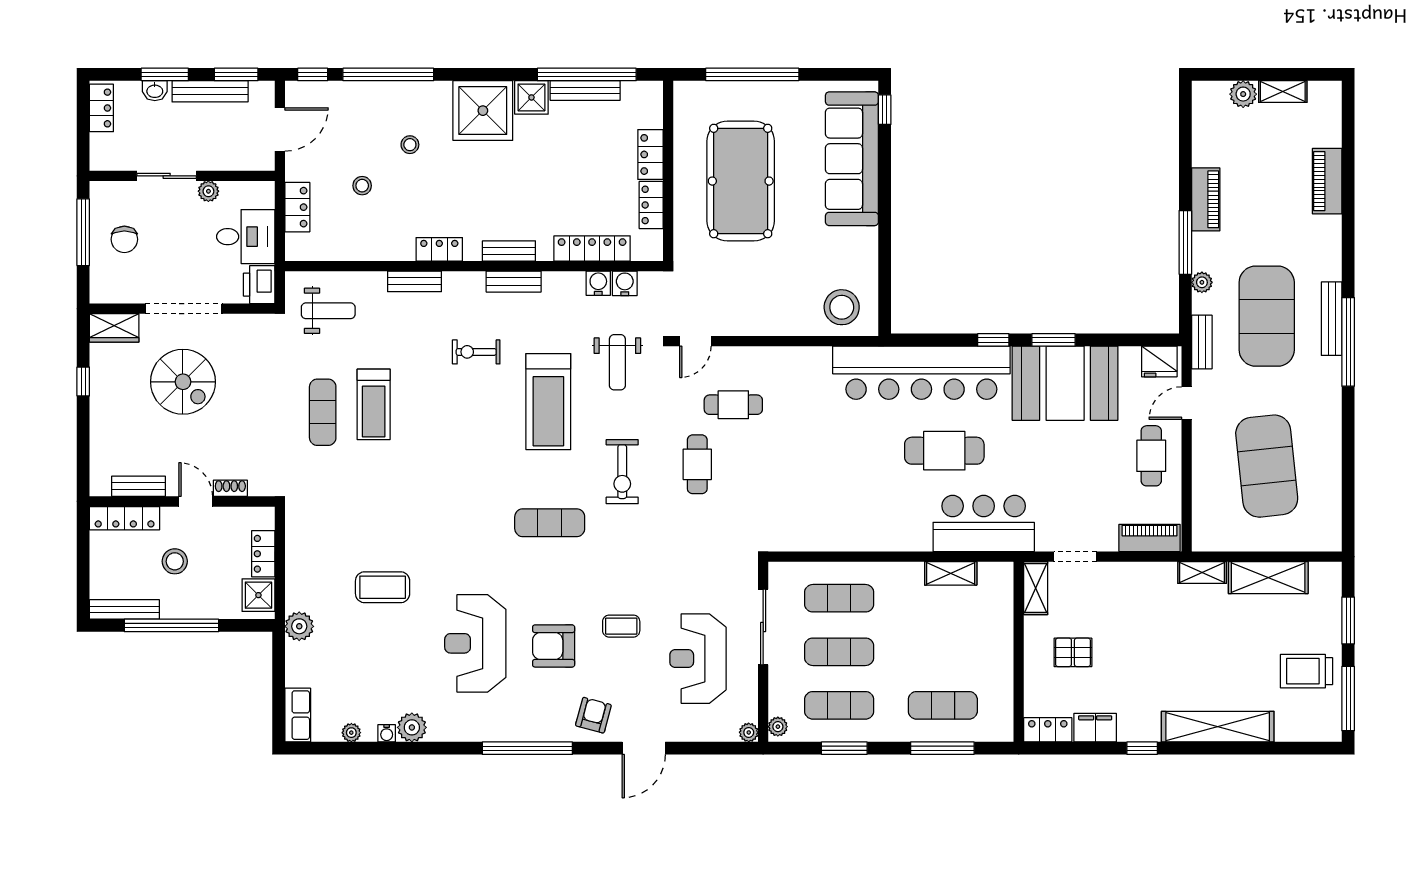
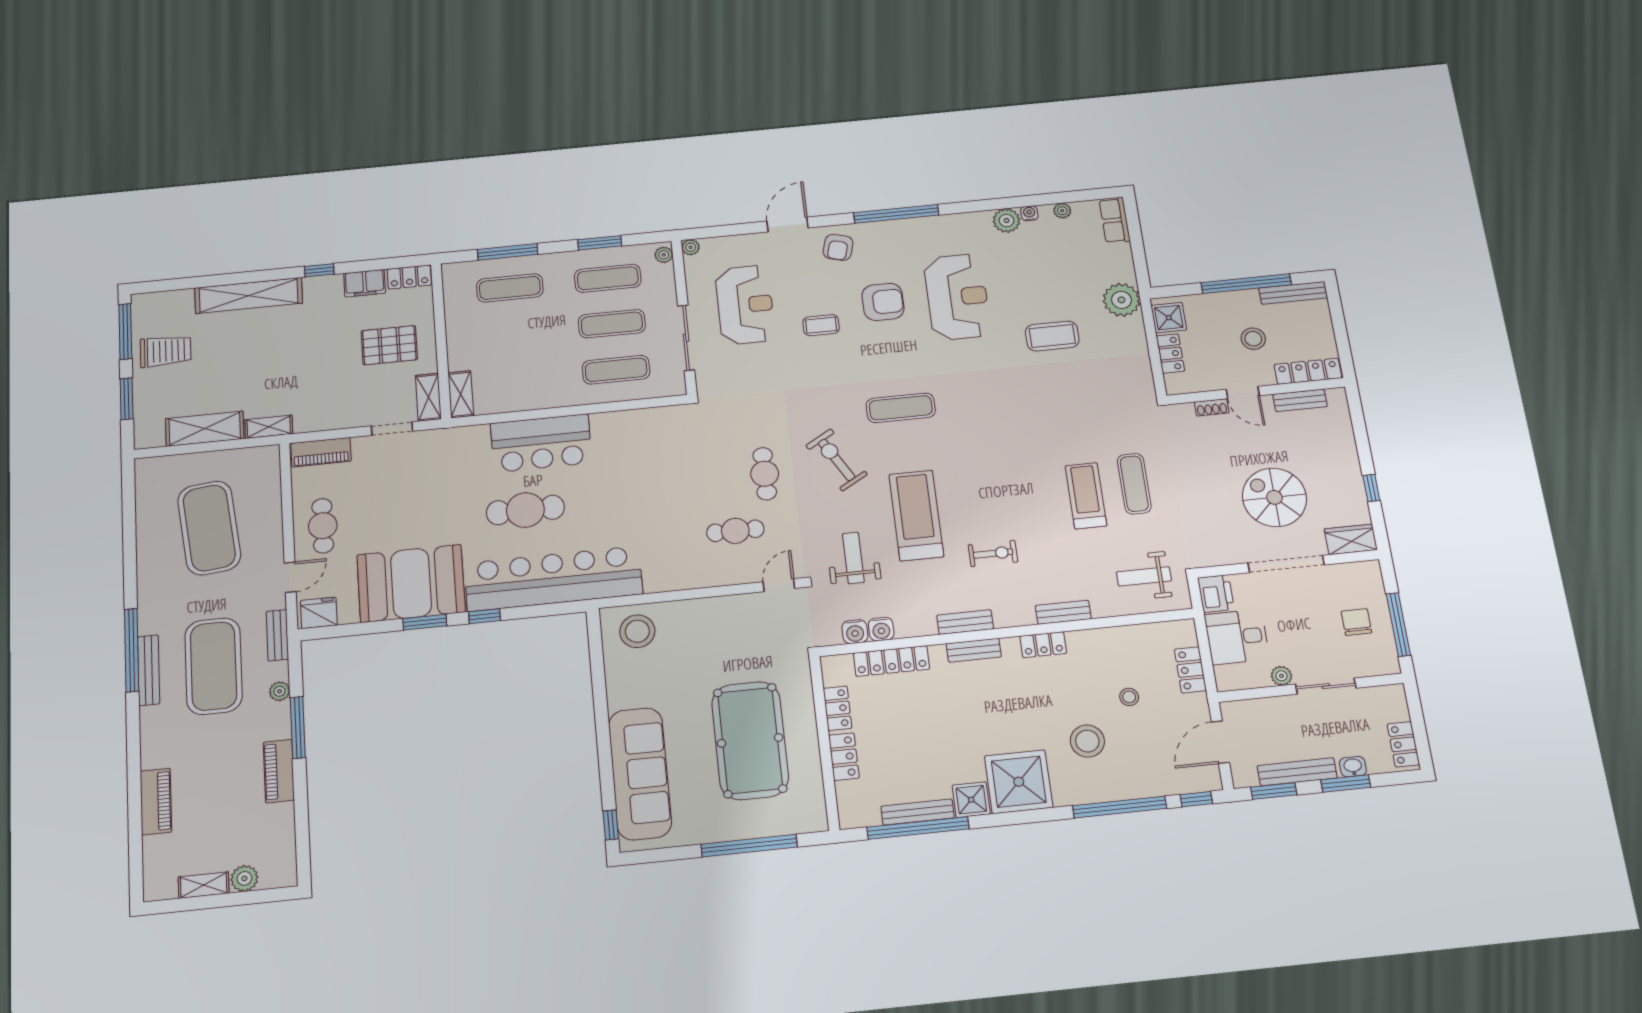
stool: (410, 145) -> (1087, 741), width x1.89, depth x1.89
exercise bike: (622, 472) -> (837, 460), turned -30
bar counter: (984, 523) -> (541, 443), moved
shelving: (951, 573) -> (461, 394), moved, turned 90
plant: (299, 626) -> (1121, 300), width x1.36, depth x1.36
pallet: (1073, 652) -> (389, 345), width x1.50, depth x1.42

